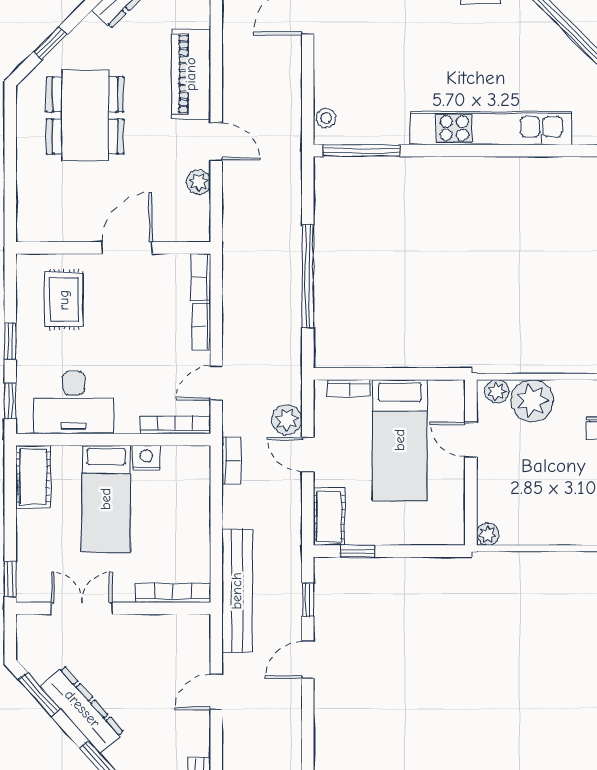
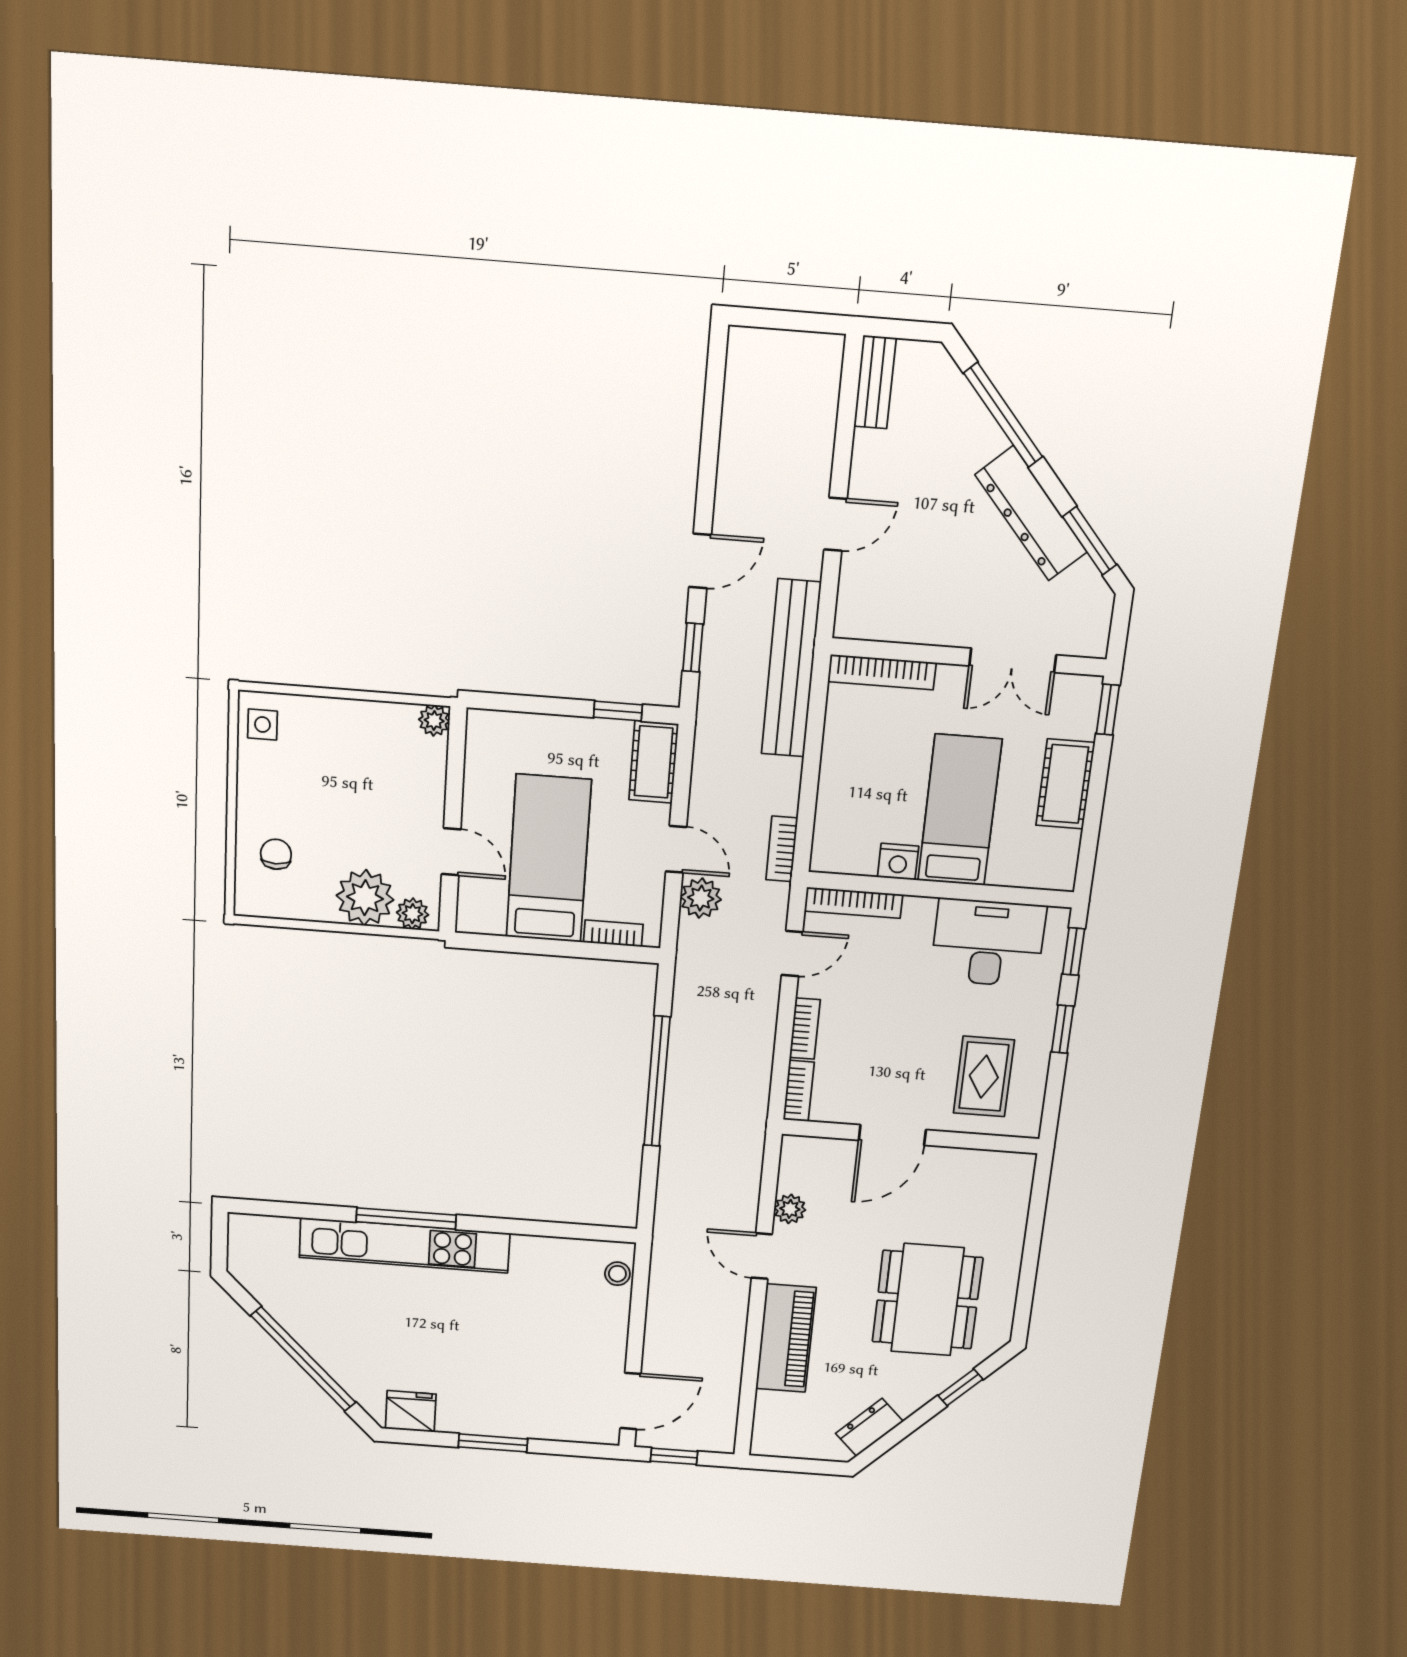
window: (361, 151) -> (406, 1218), moved
cot: (33, 477) -> (1065, 784), moved

